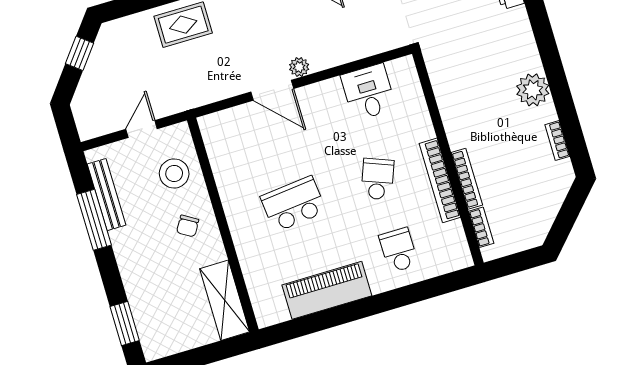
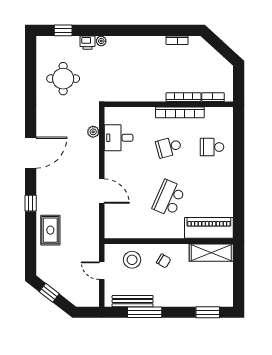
plant: (299, 67) -> (93, 132), moved
door: (272, 90) -> (102, 191), hinge flipped
plant: (533, 90) -> (101, 41), moved, width x0.53, depth x0.53
school desk: (377, 179) -> (169, 147), turned -36
school desk: (293, 204) -> (169, 198), turned 30
piano: (327, 290) -> (209, 228), moved, turned 90

